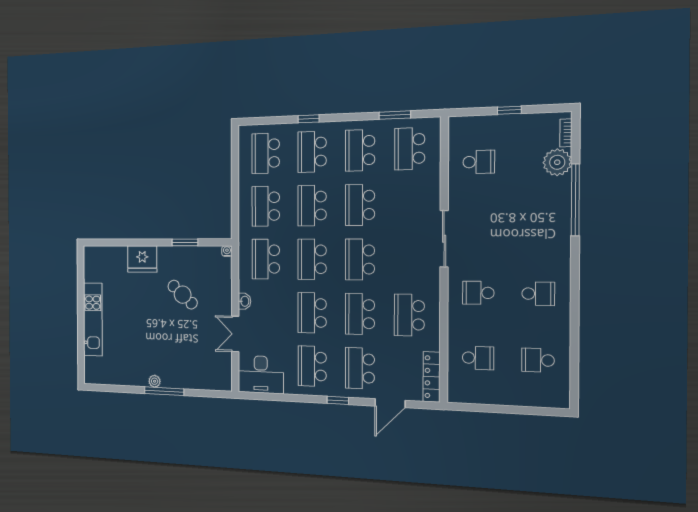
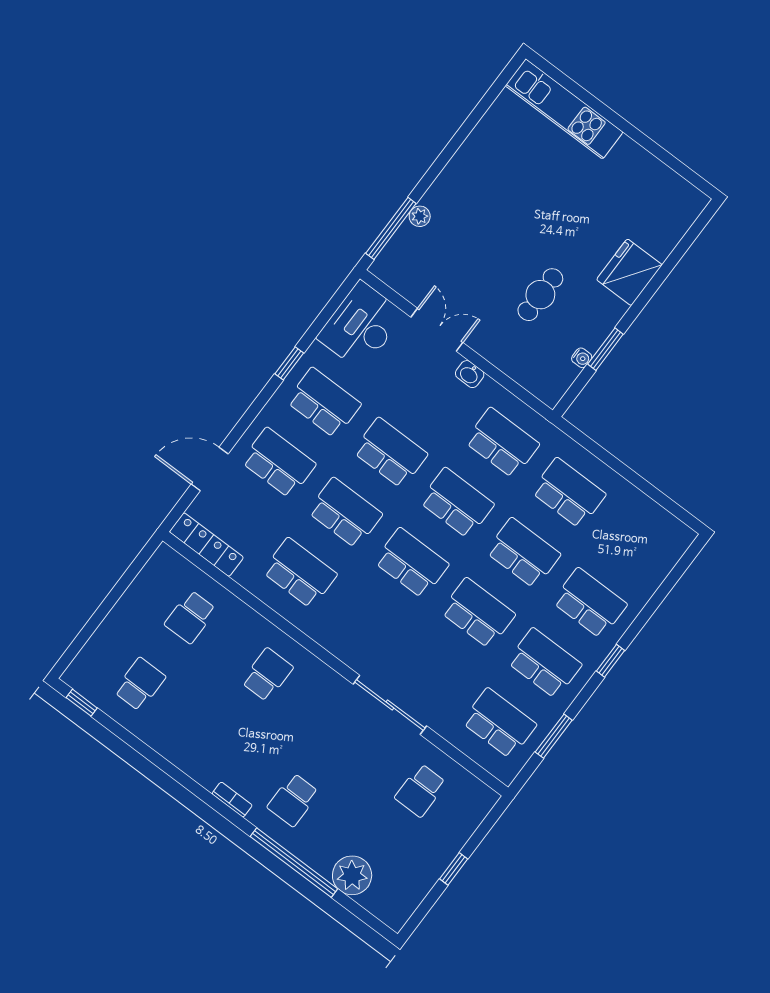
window: (309, 119) -> (610, 661), moved
bookcase: (566, 133) -> (232, 800), moved
school desk: (266, 153) -> (635, 543), removed
sliding door: (444, 239) -> (390, 705), moved
water cooler: (227, 251) -> (582, 358), moved
school desk: (538, 294) -> (293, 800), moved
cafe table: (183, 295) -> (540, 295), turned -41
kitchen unit: (93, 319) -> (564, 109), moved
plant: (155, 381) -> (420, 216), moved
window: (574, 386) -> (82, 703), added
window: (164, 391) -> (391, 228), moved
window: (338, 400) -> (289, 363), moved
door: (390, 403) -> (210, 469), hinge flipped

